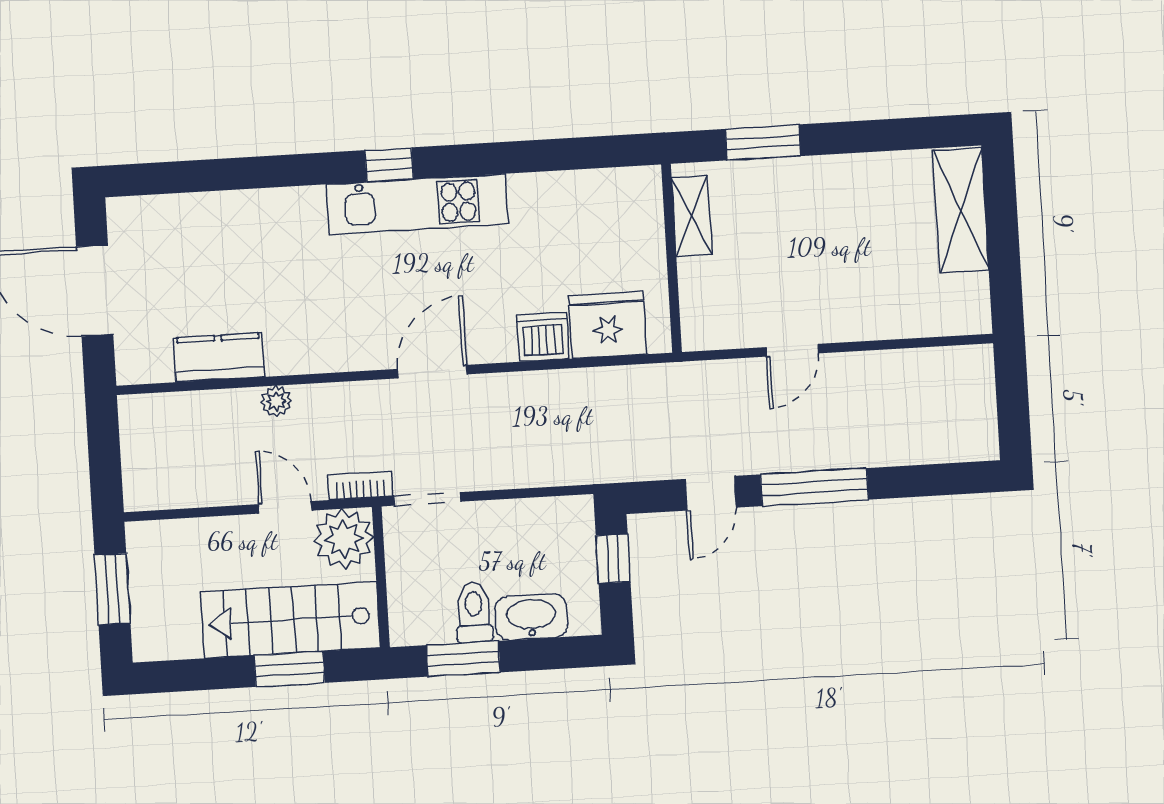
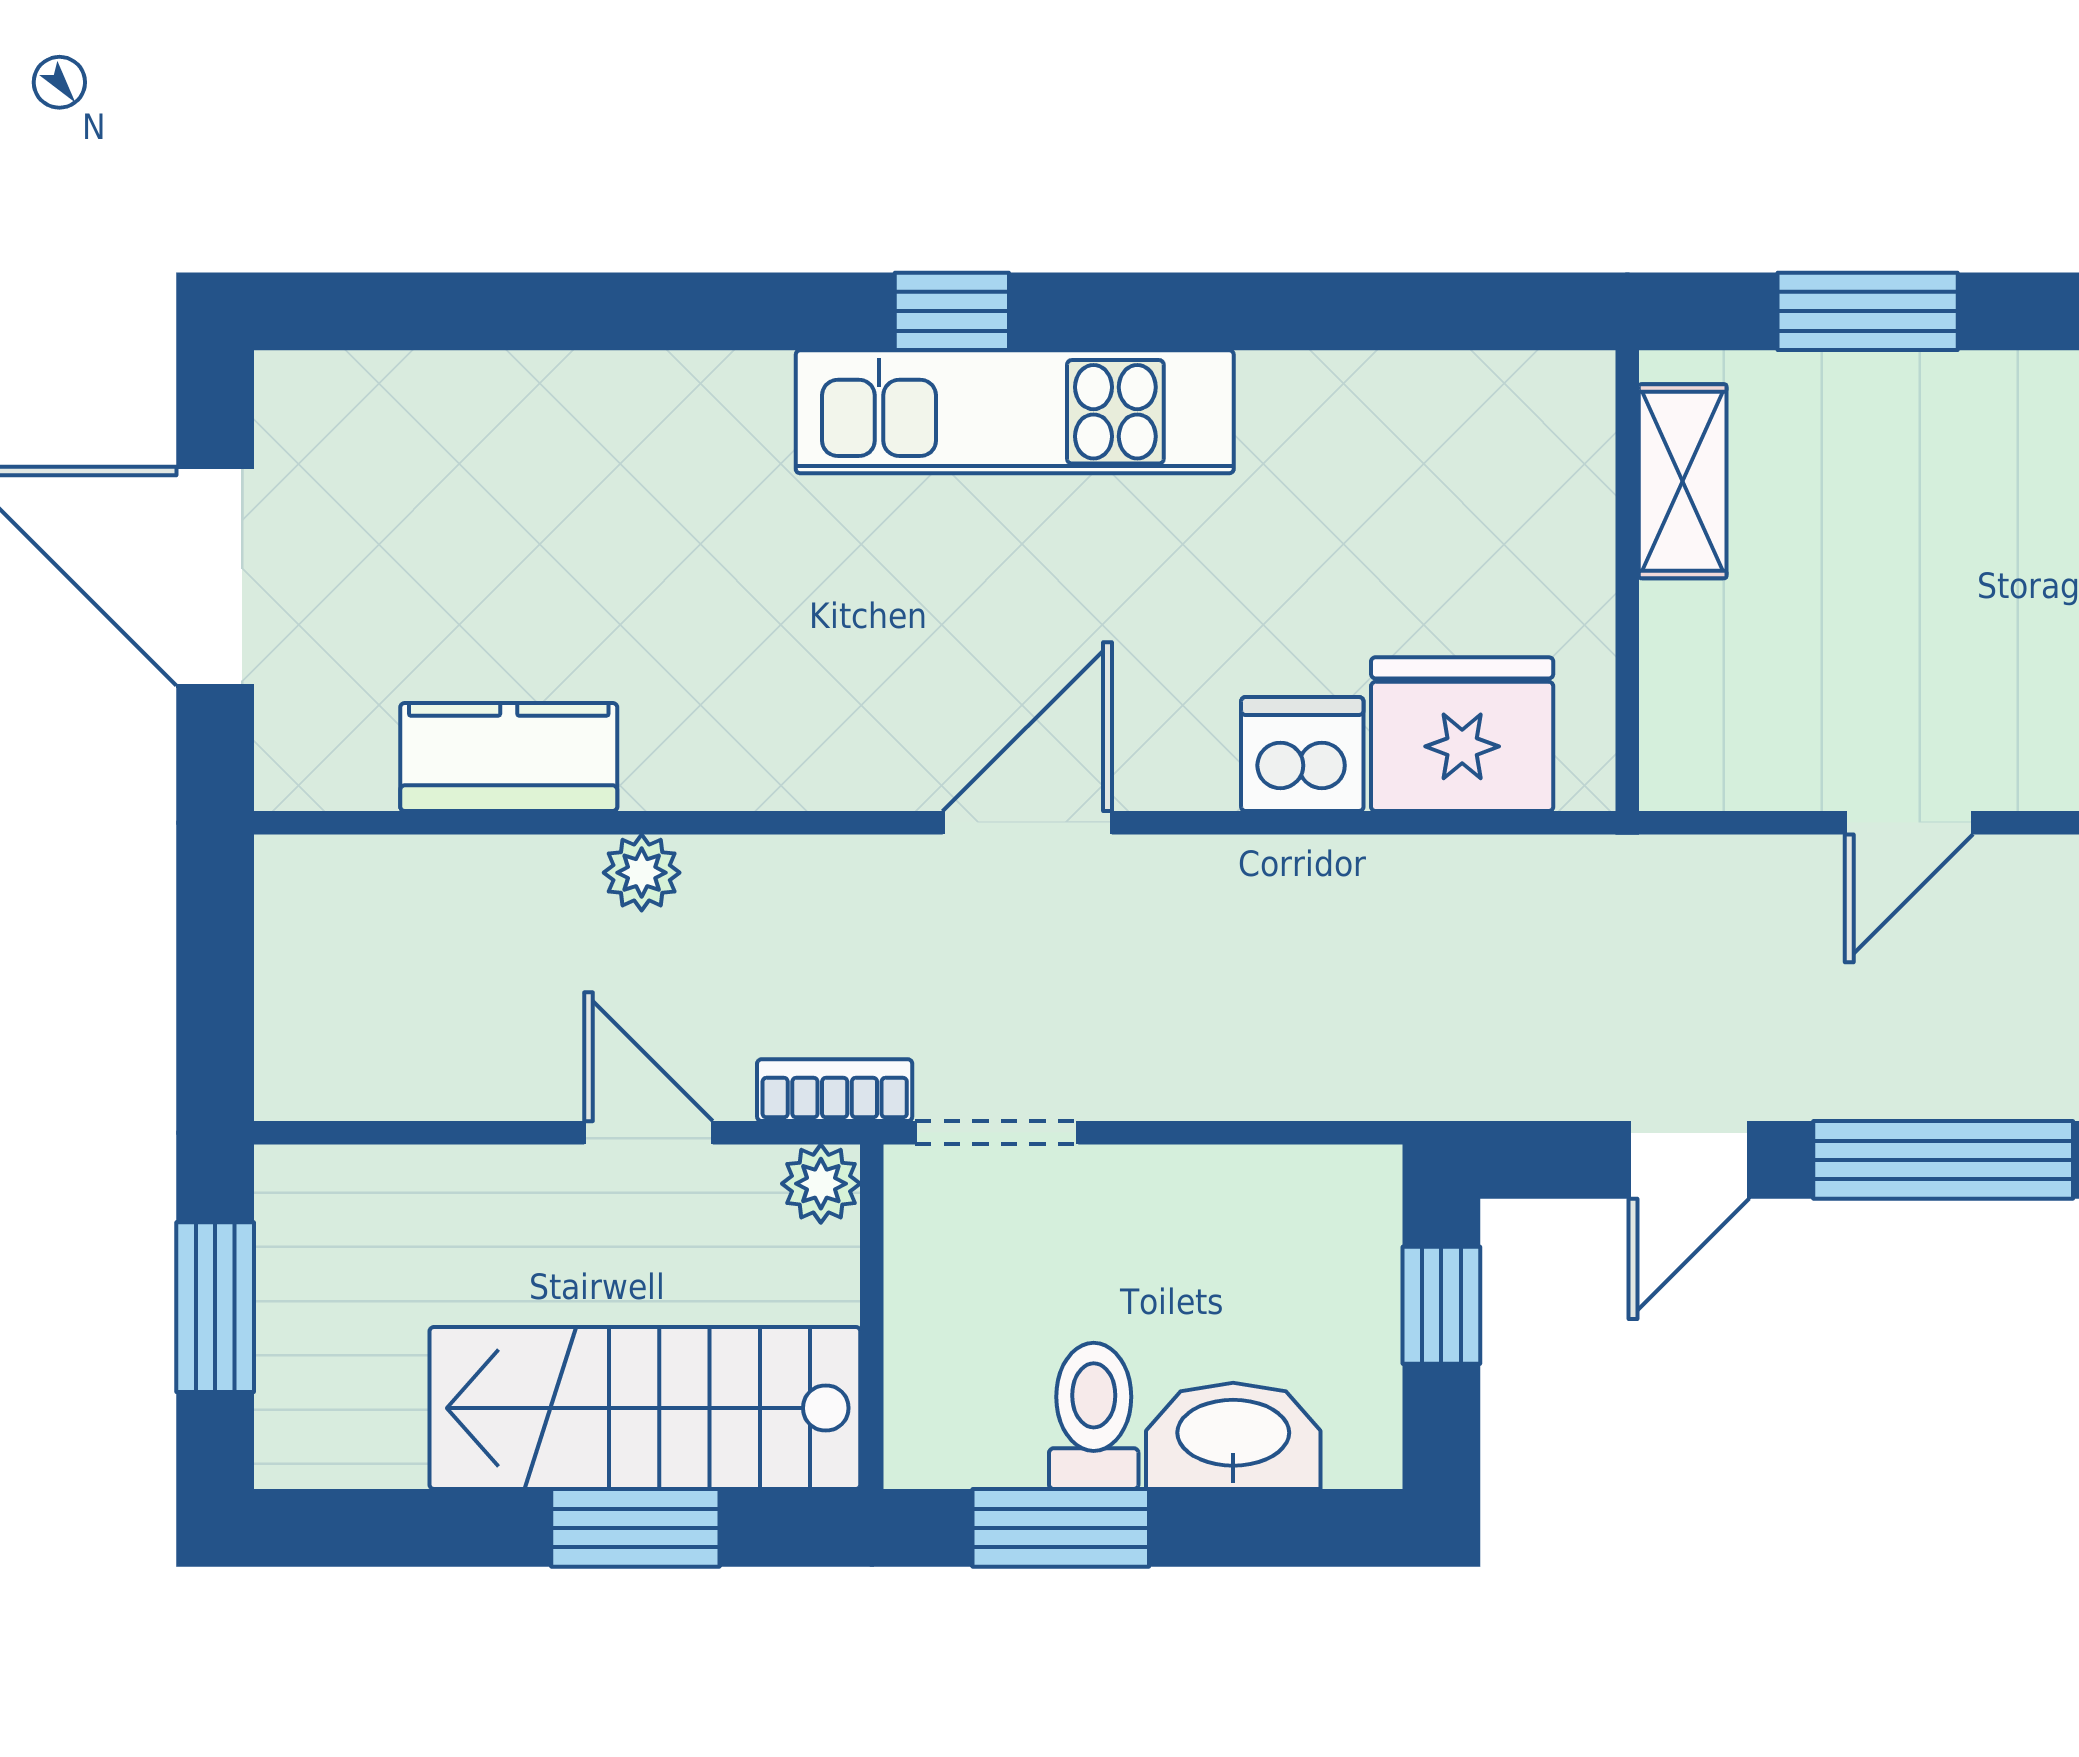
plant: (344, 539) -> (821, 1184), width x0.53, depth x0.53

